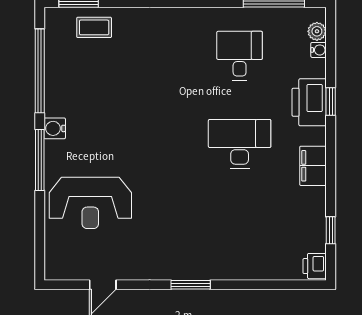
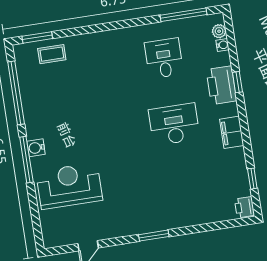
water cooler: (55, 128) -> (36, 148), moved
reception desk: (90, 203) -> (69, 186), turned 180

